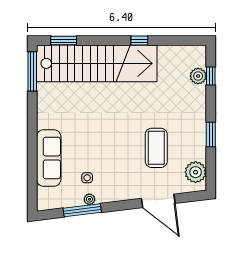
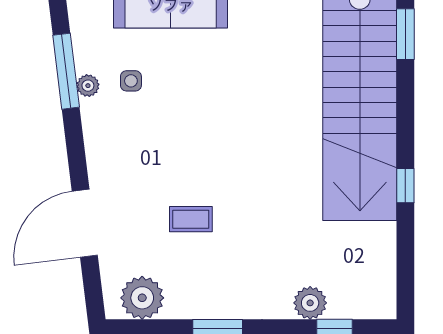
plant: (198, 76) -> (310, 303), moved
coffee table: (156, 148) -> (191, 219), width x0.54, depth x0.58

